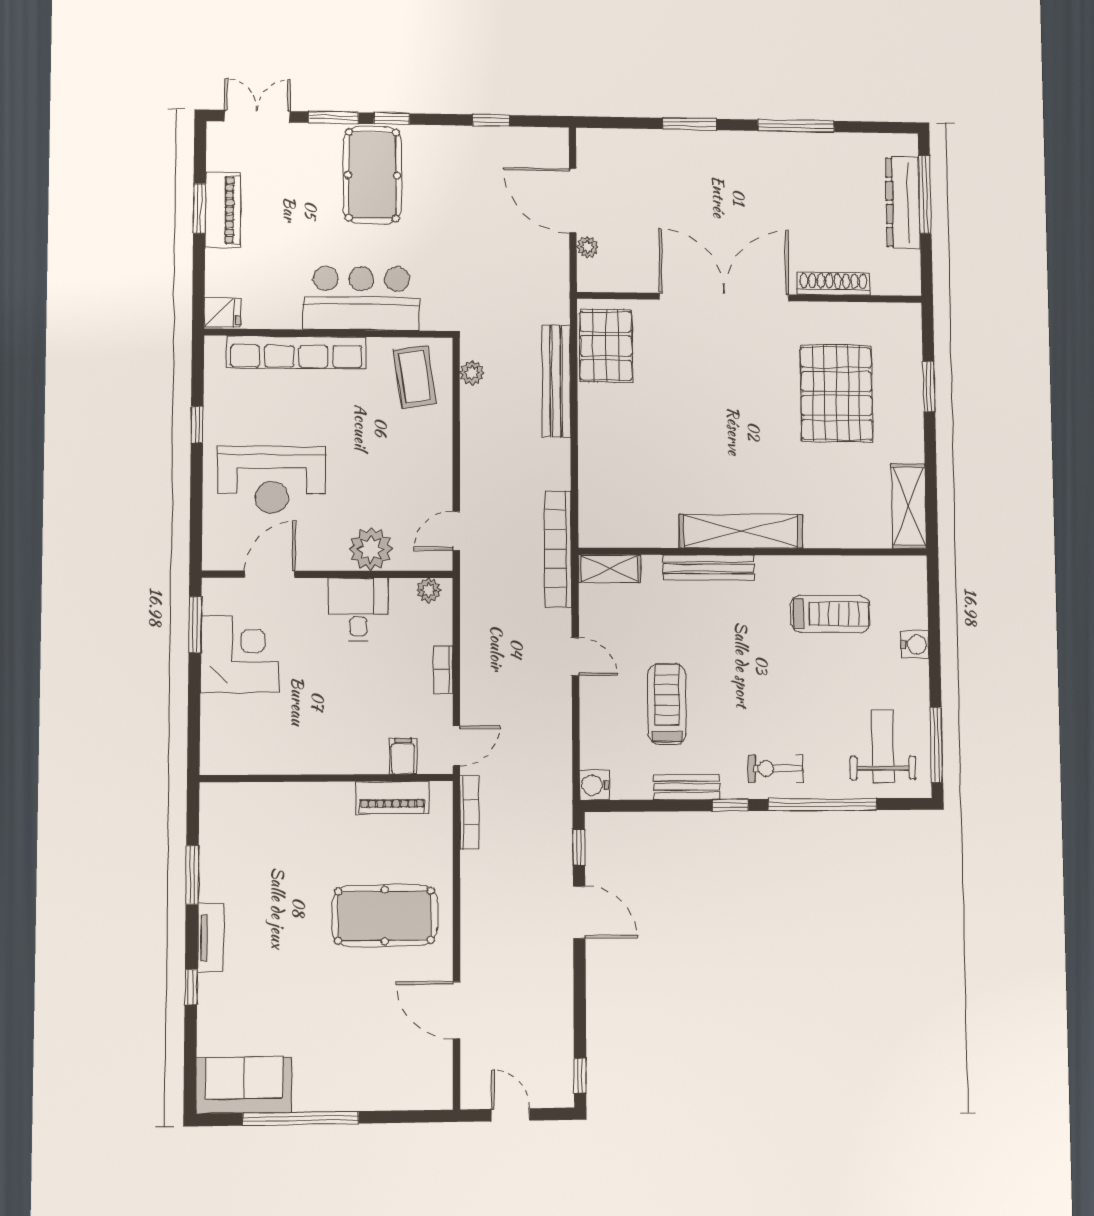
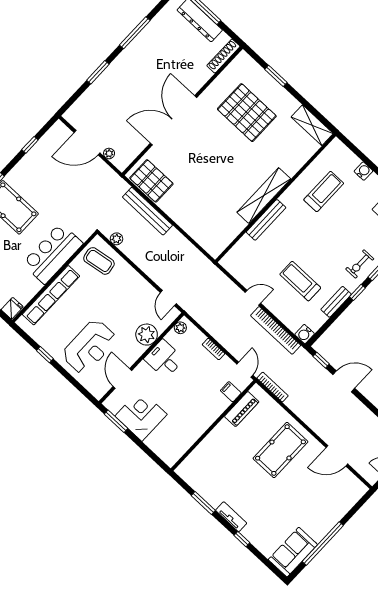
shoe rack: (833, 284) -> (223, 56), moved
bookcase: (558, 549) -> (276, 330), moved
shelving: (609, 569) -> (233, 256), removed

